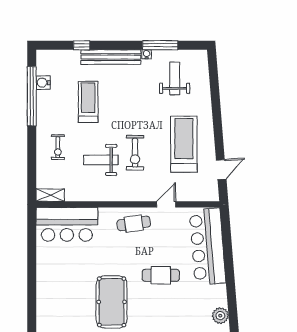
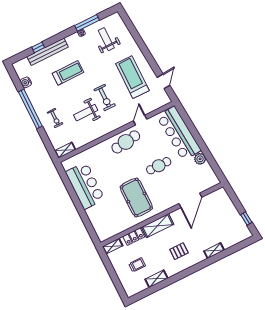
bench: (111, 57) -> (48, 52), moved
window: (32, 96) -> (30, 109), moved
treadmill: (88, 102) -> (68, 73), moved, turned 90
cafe table: (134, 223) -> (126, 142), width x1.37, depth x1.35
bar counter: (67, 224) -> (85, 186), moved, turned -90
plant: (220, 316) -> (200, 159), moved

